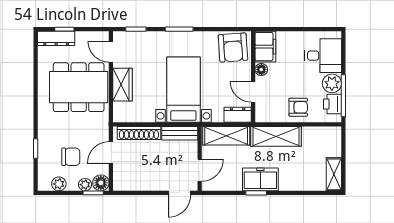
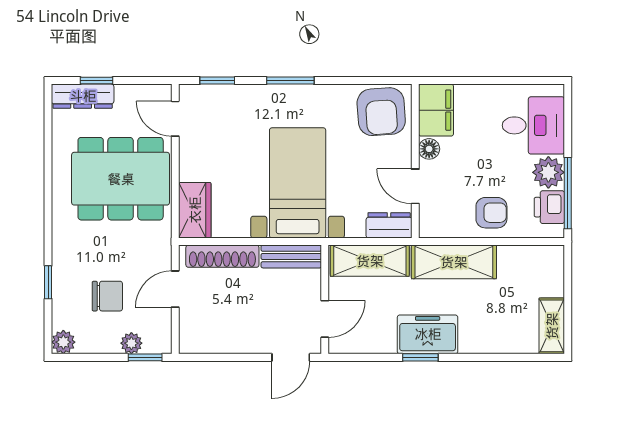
wardrobe: (123, 85) -> (195, 210), moved
floor lamp: (101, 183) -> (158, 340), removed
plant: (59, 184) -> (63, 342), moved

